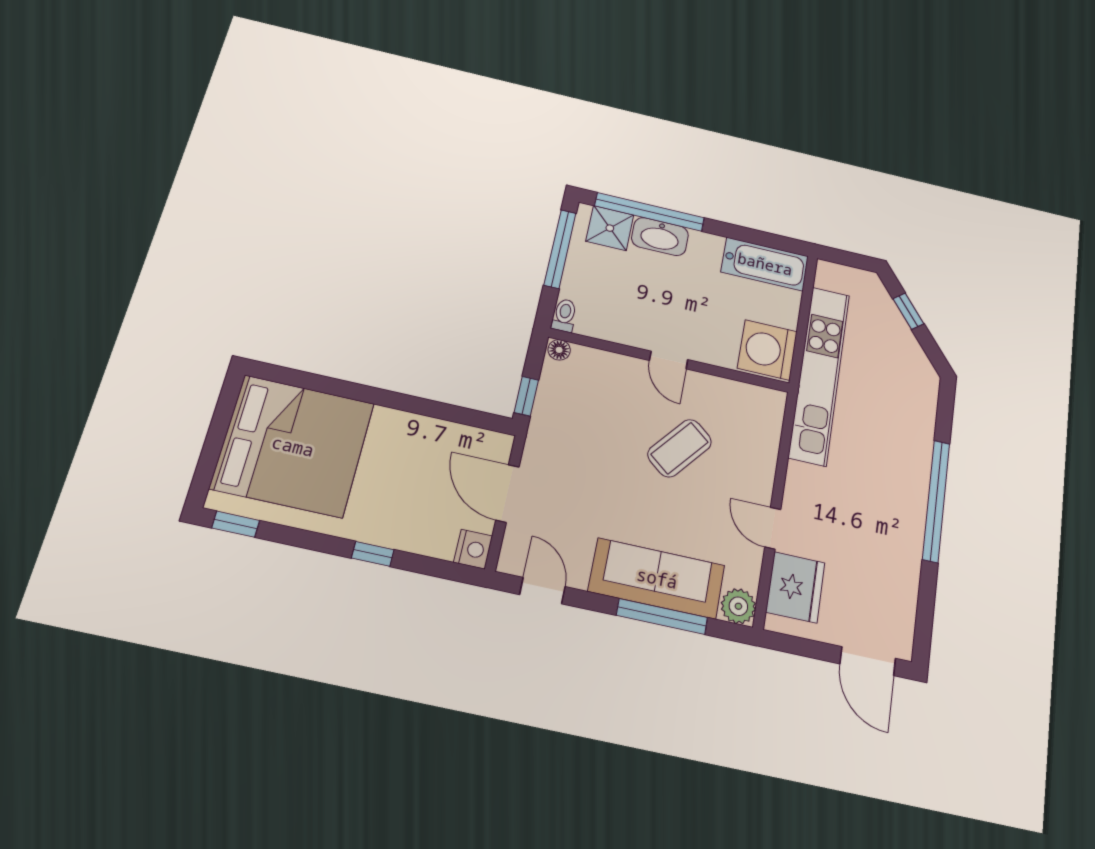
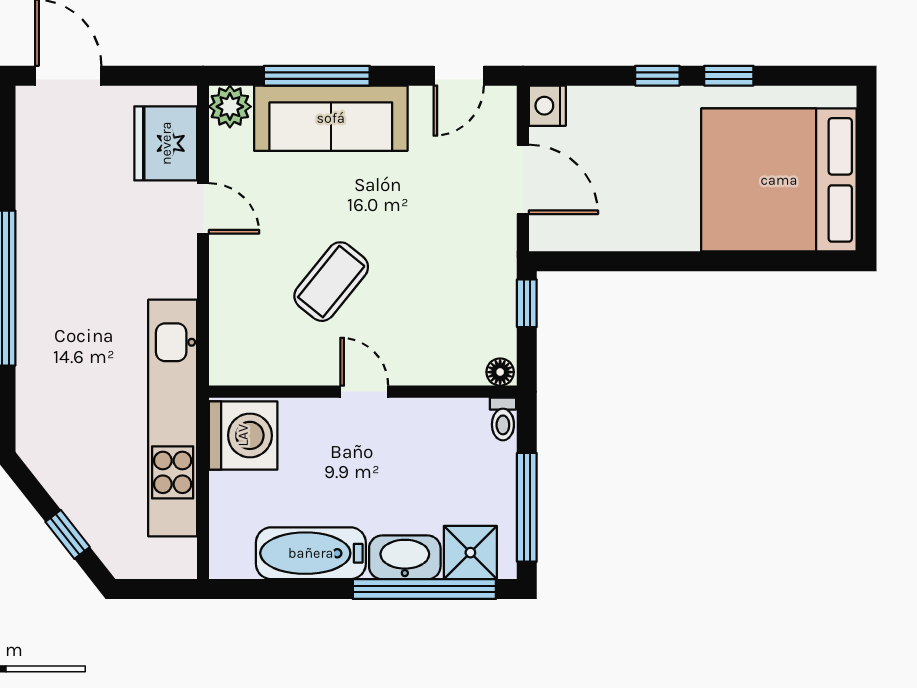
bathtub: (765, 264) -> (311, 553), moved
window: (236, 524) -> (729, 76), moved
door: (542, 591) -> (459, 76), hinge flipped

